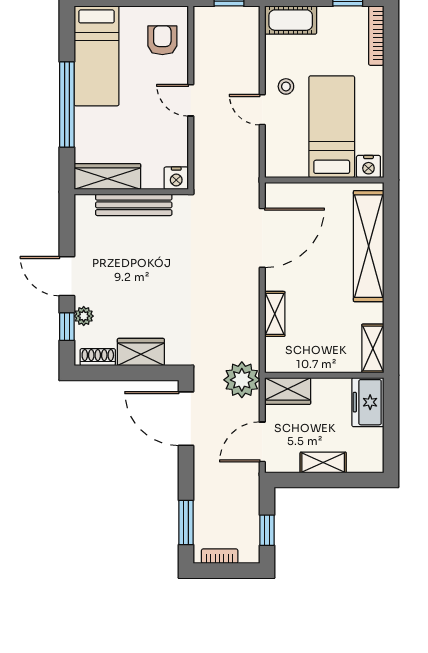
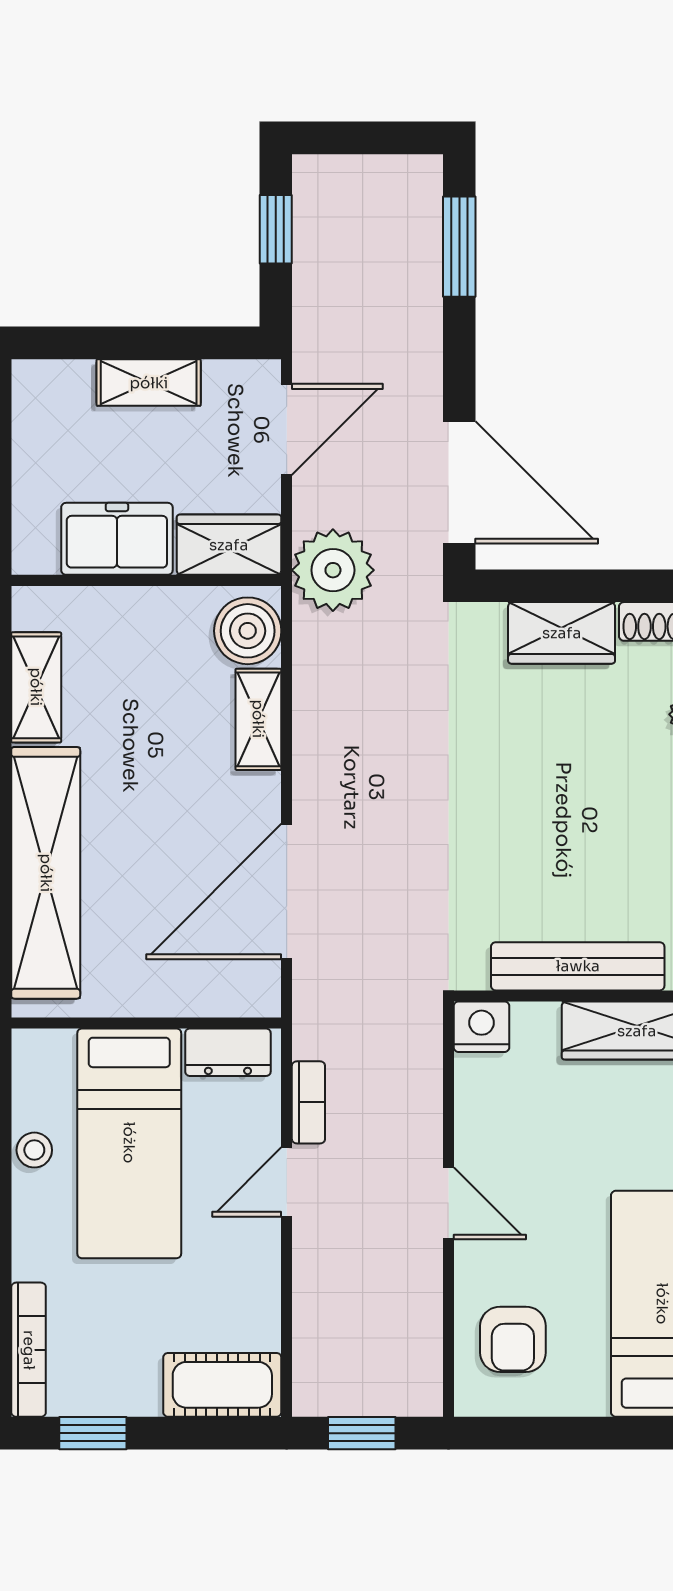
stool: (286, 86) -> (34, 1150), moved
door: (262, 110) -> (287, 1182), swing flipped
nightstand: (368, 166) -> (46, 1053), removed
dresser: (288, 167) -> (228, 1052), added
shelving: (373, 348) -> (36, 687), moved
boiler: (279, 353) -> (248, 631), added
freezer: (368, 402) -> (117, 539), moved, turned -90
bookcase: (220, 556) -> (308, 1102), moved, turned -90

